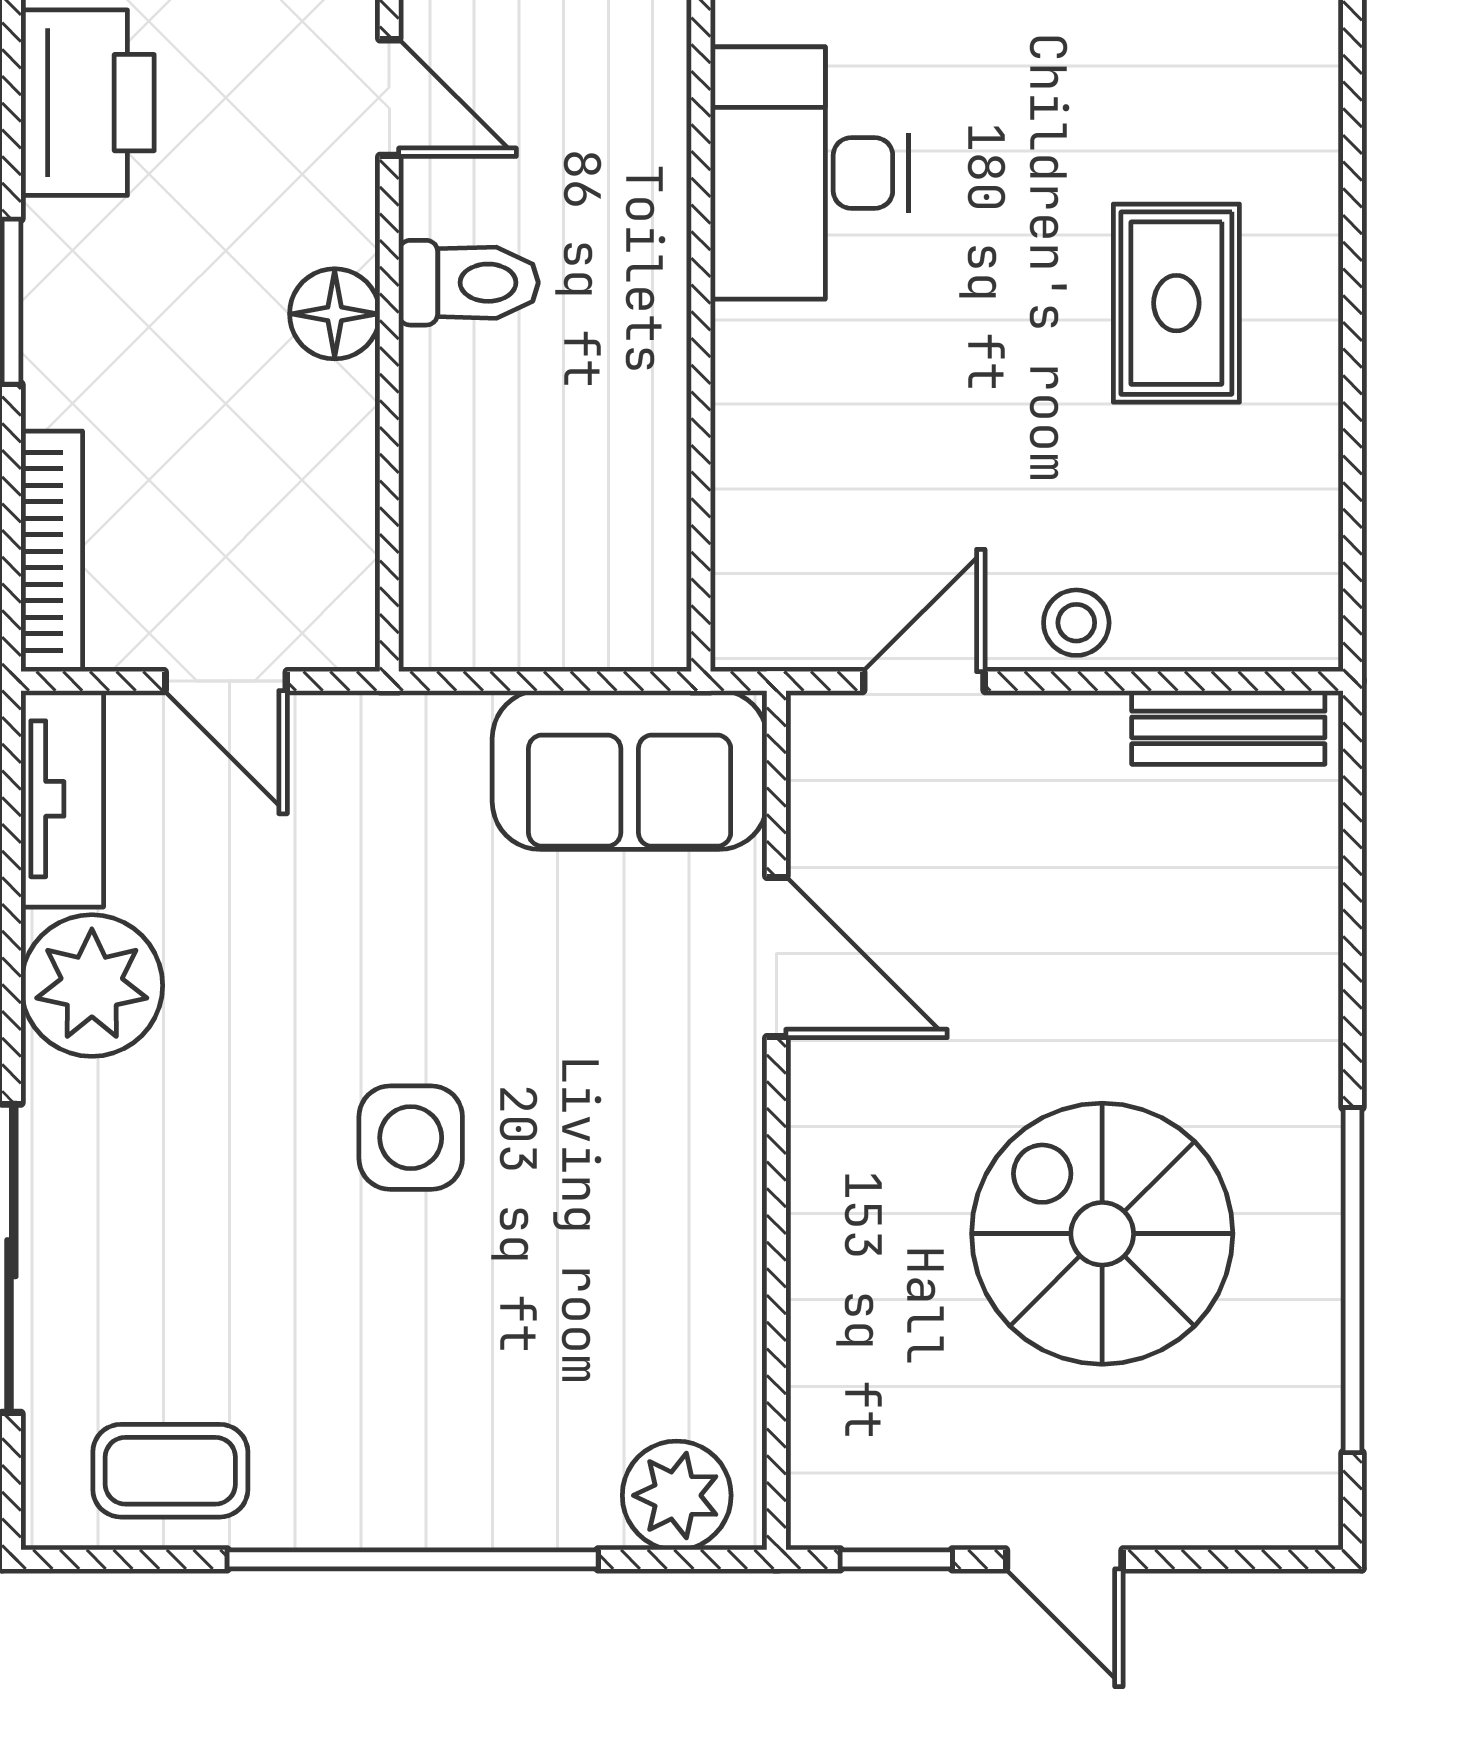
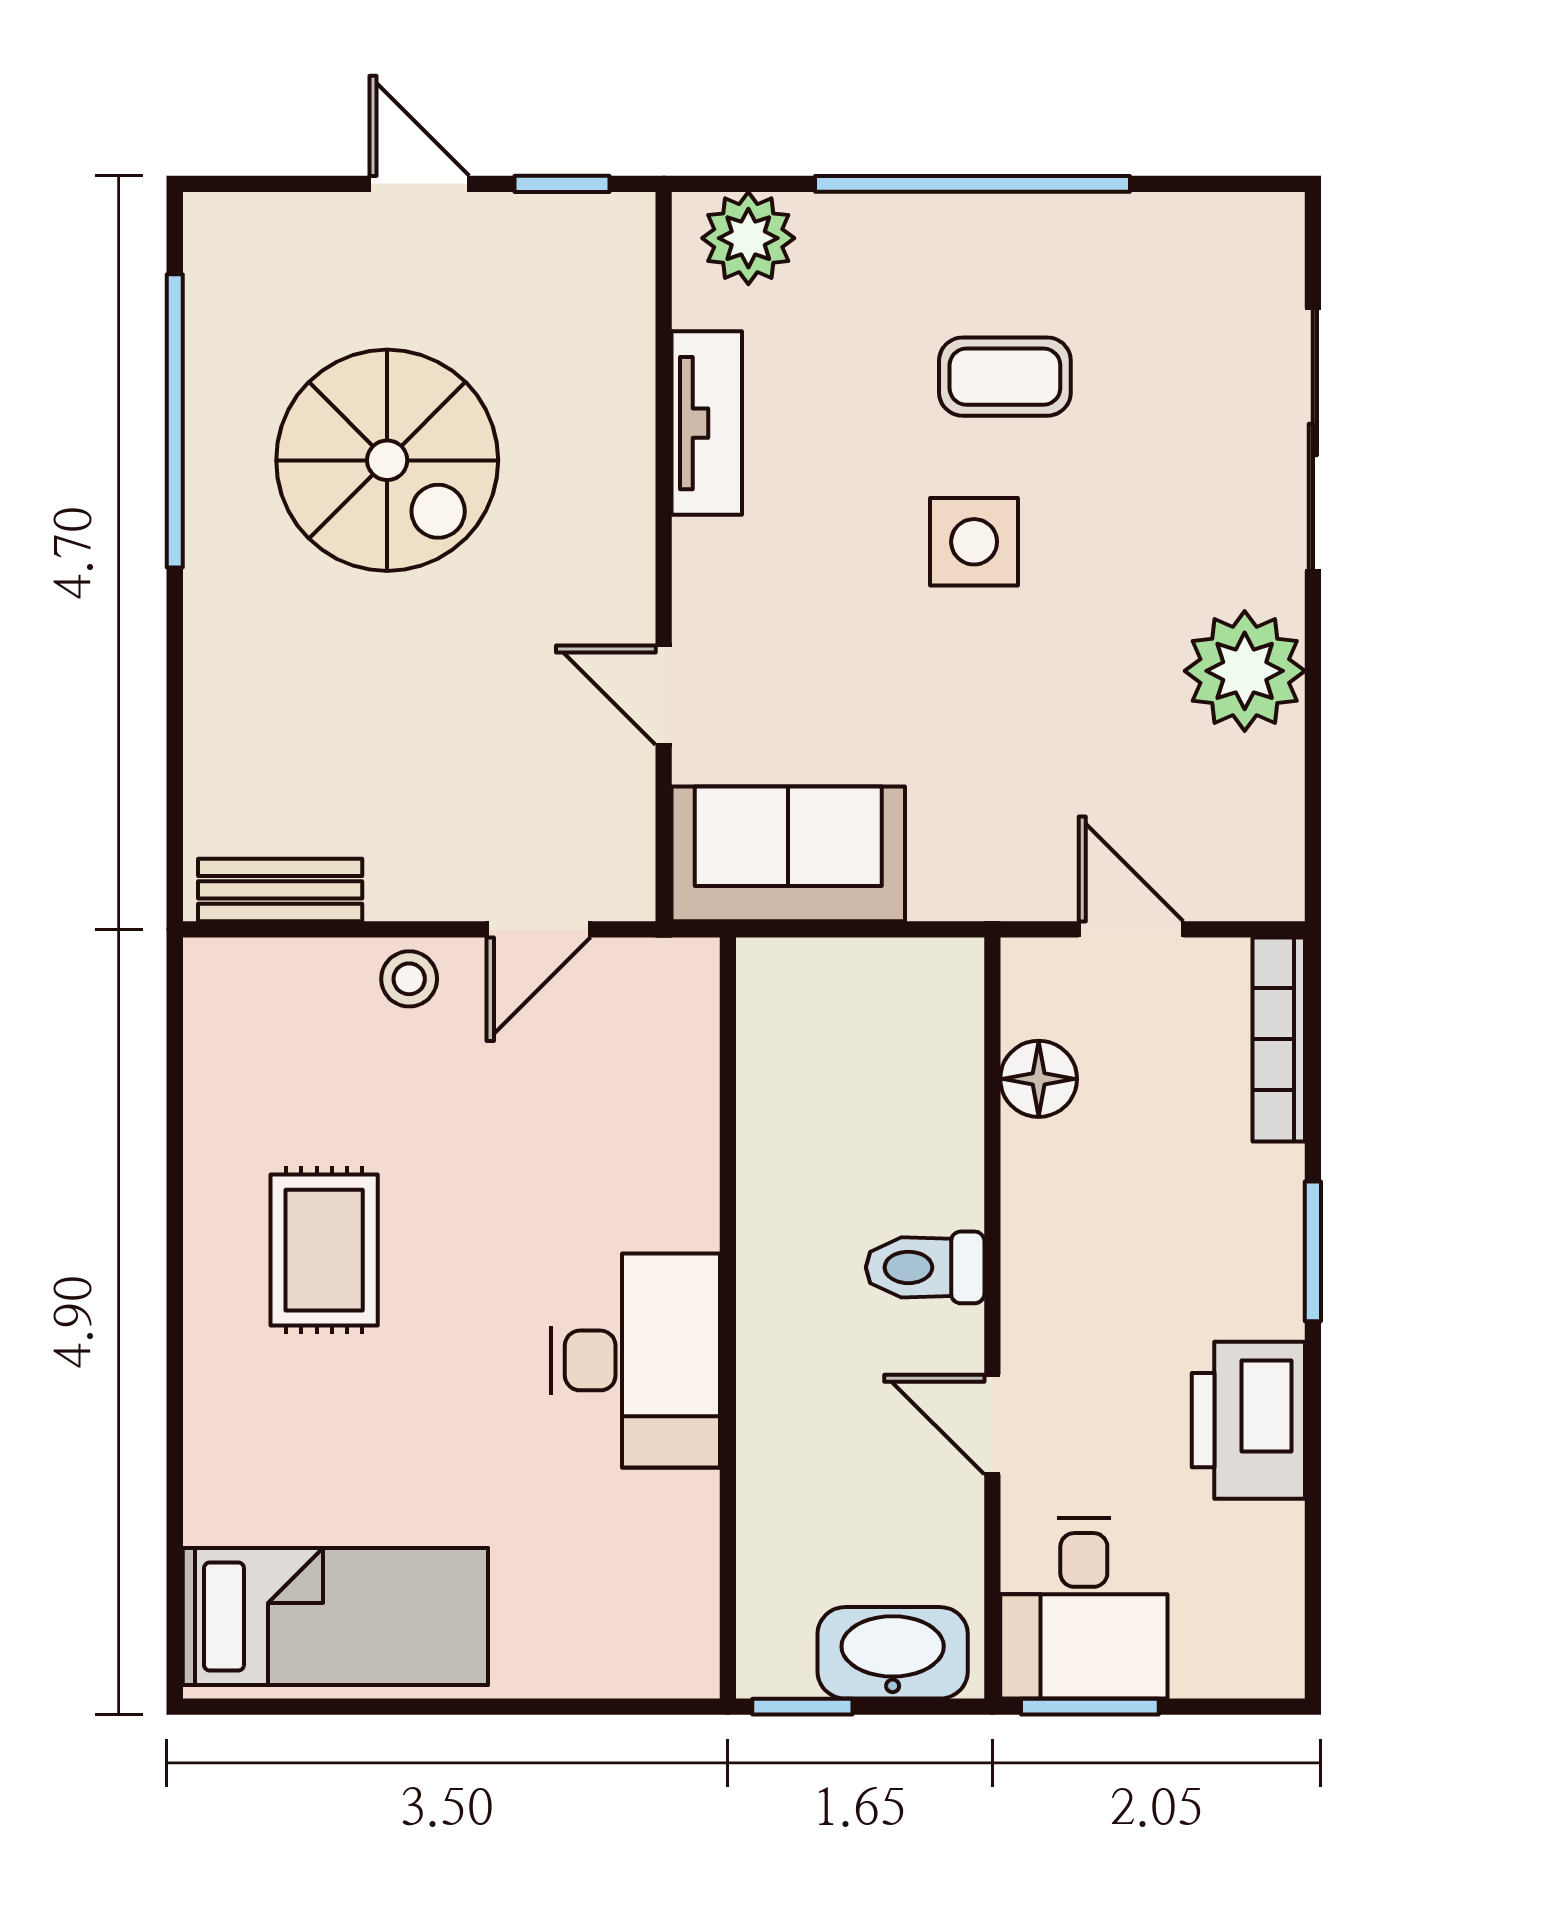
floor lamp: (335, 314) -> (1039, 1079), moved
tv unit: (62, 799) -> (707, 423), moved, turned 180
door: (776, 957) -> (664, 695), width x0.73
coffee table: (170, 1471) -> (1005, 377), moved

